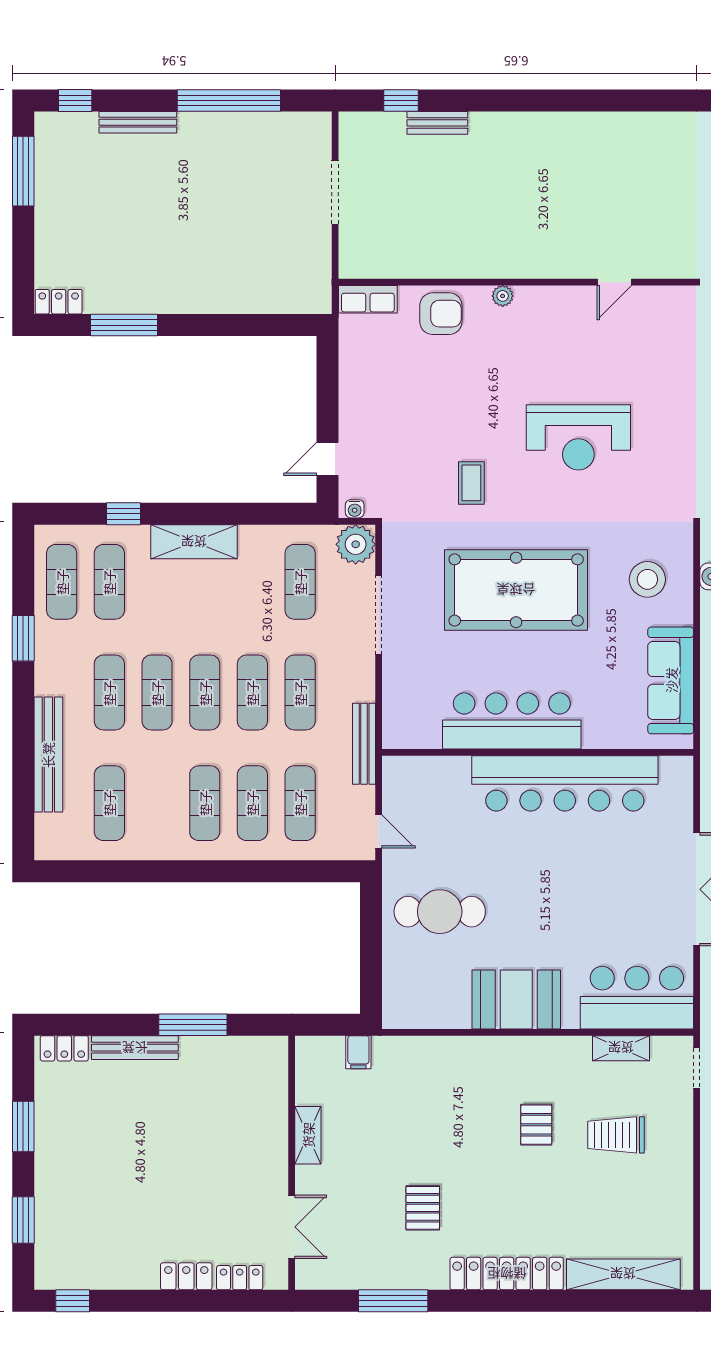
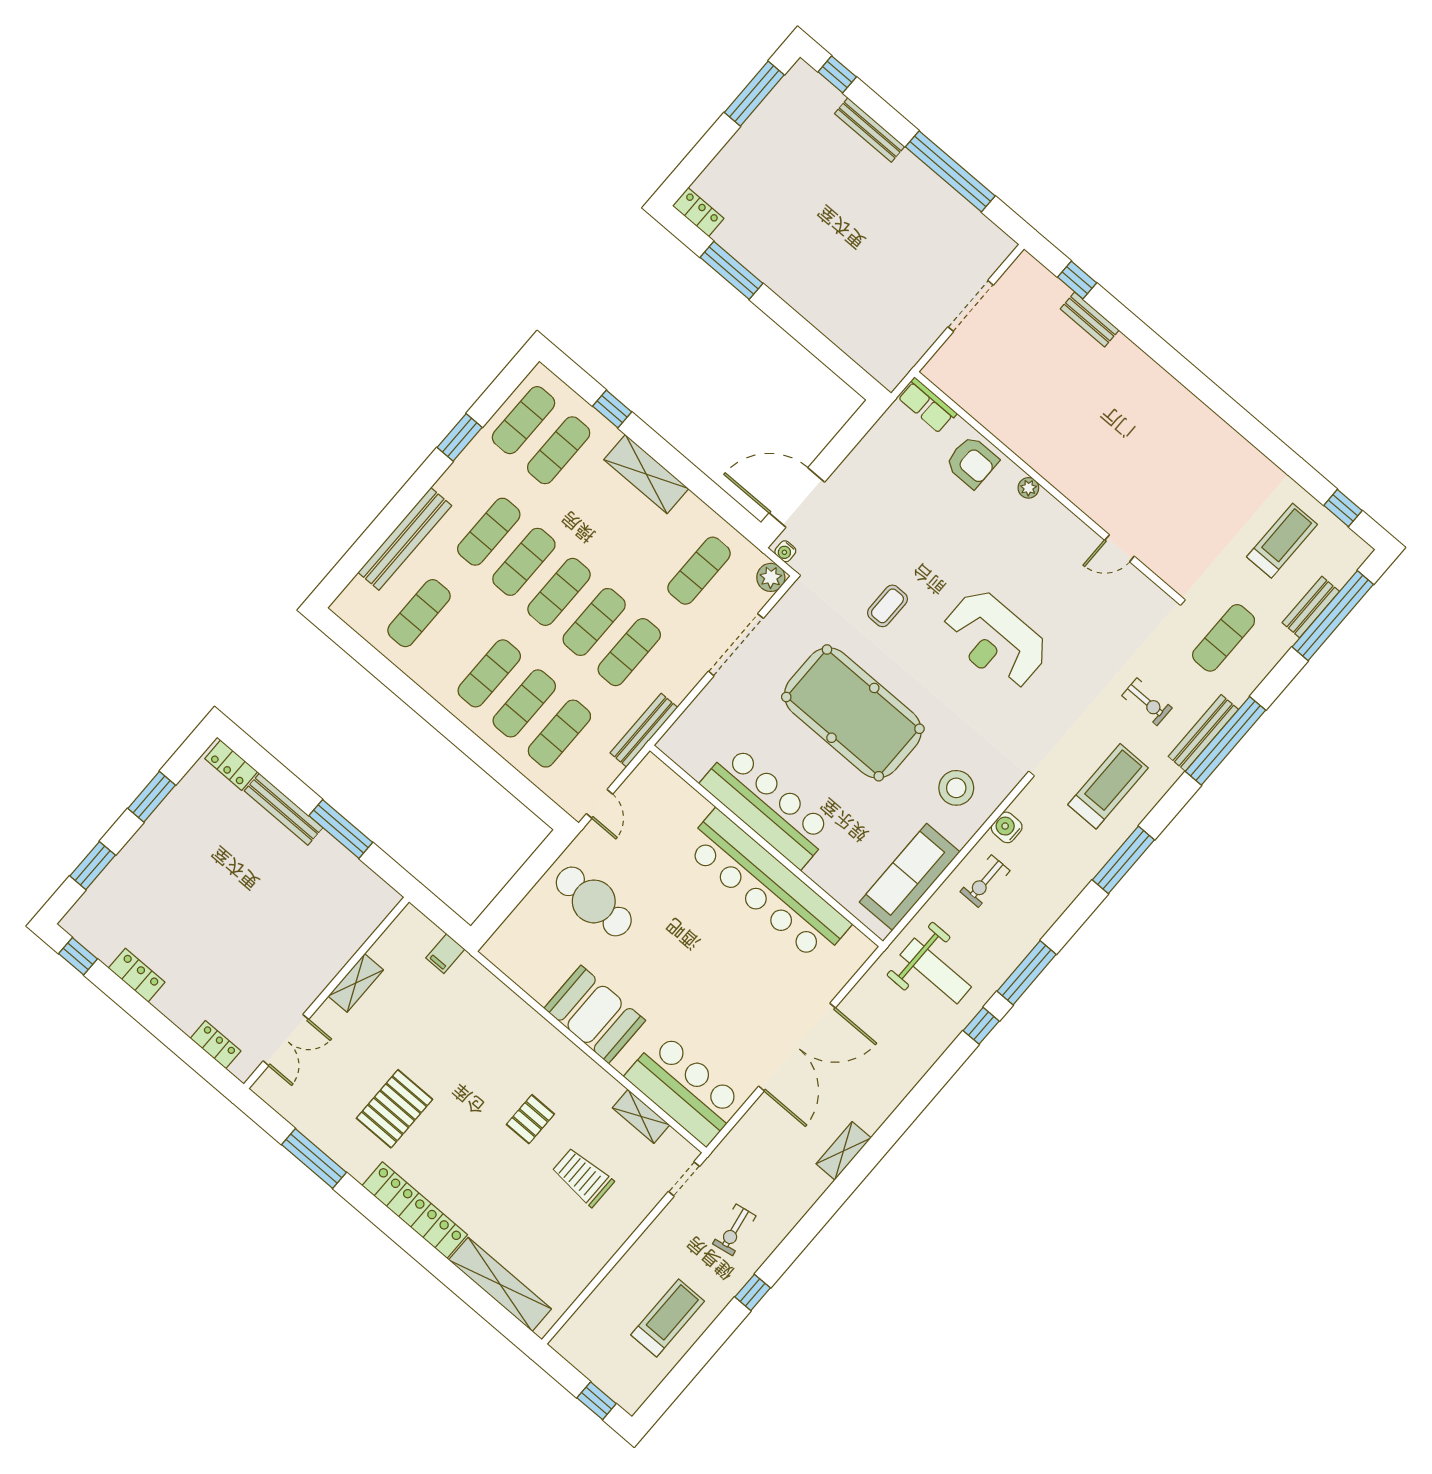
door: (328, 459) -> (797, 497), width x1.88
plant: (356, 544) -> (771, 577), width x0.73, depth x0.73
pallet: (423, 1208) -> (394, 1109), width x1.50, depth x1.42
locker: (186, 1276) -> (137, 975), moved

